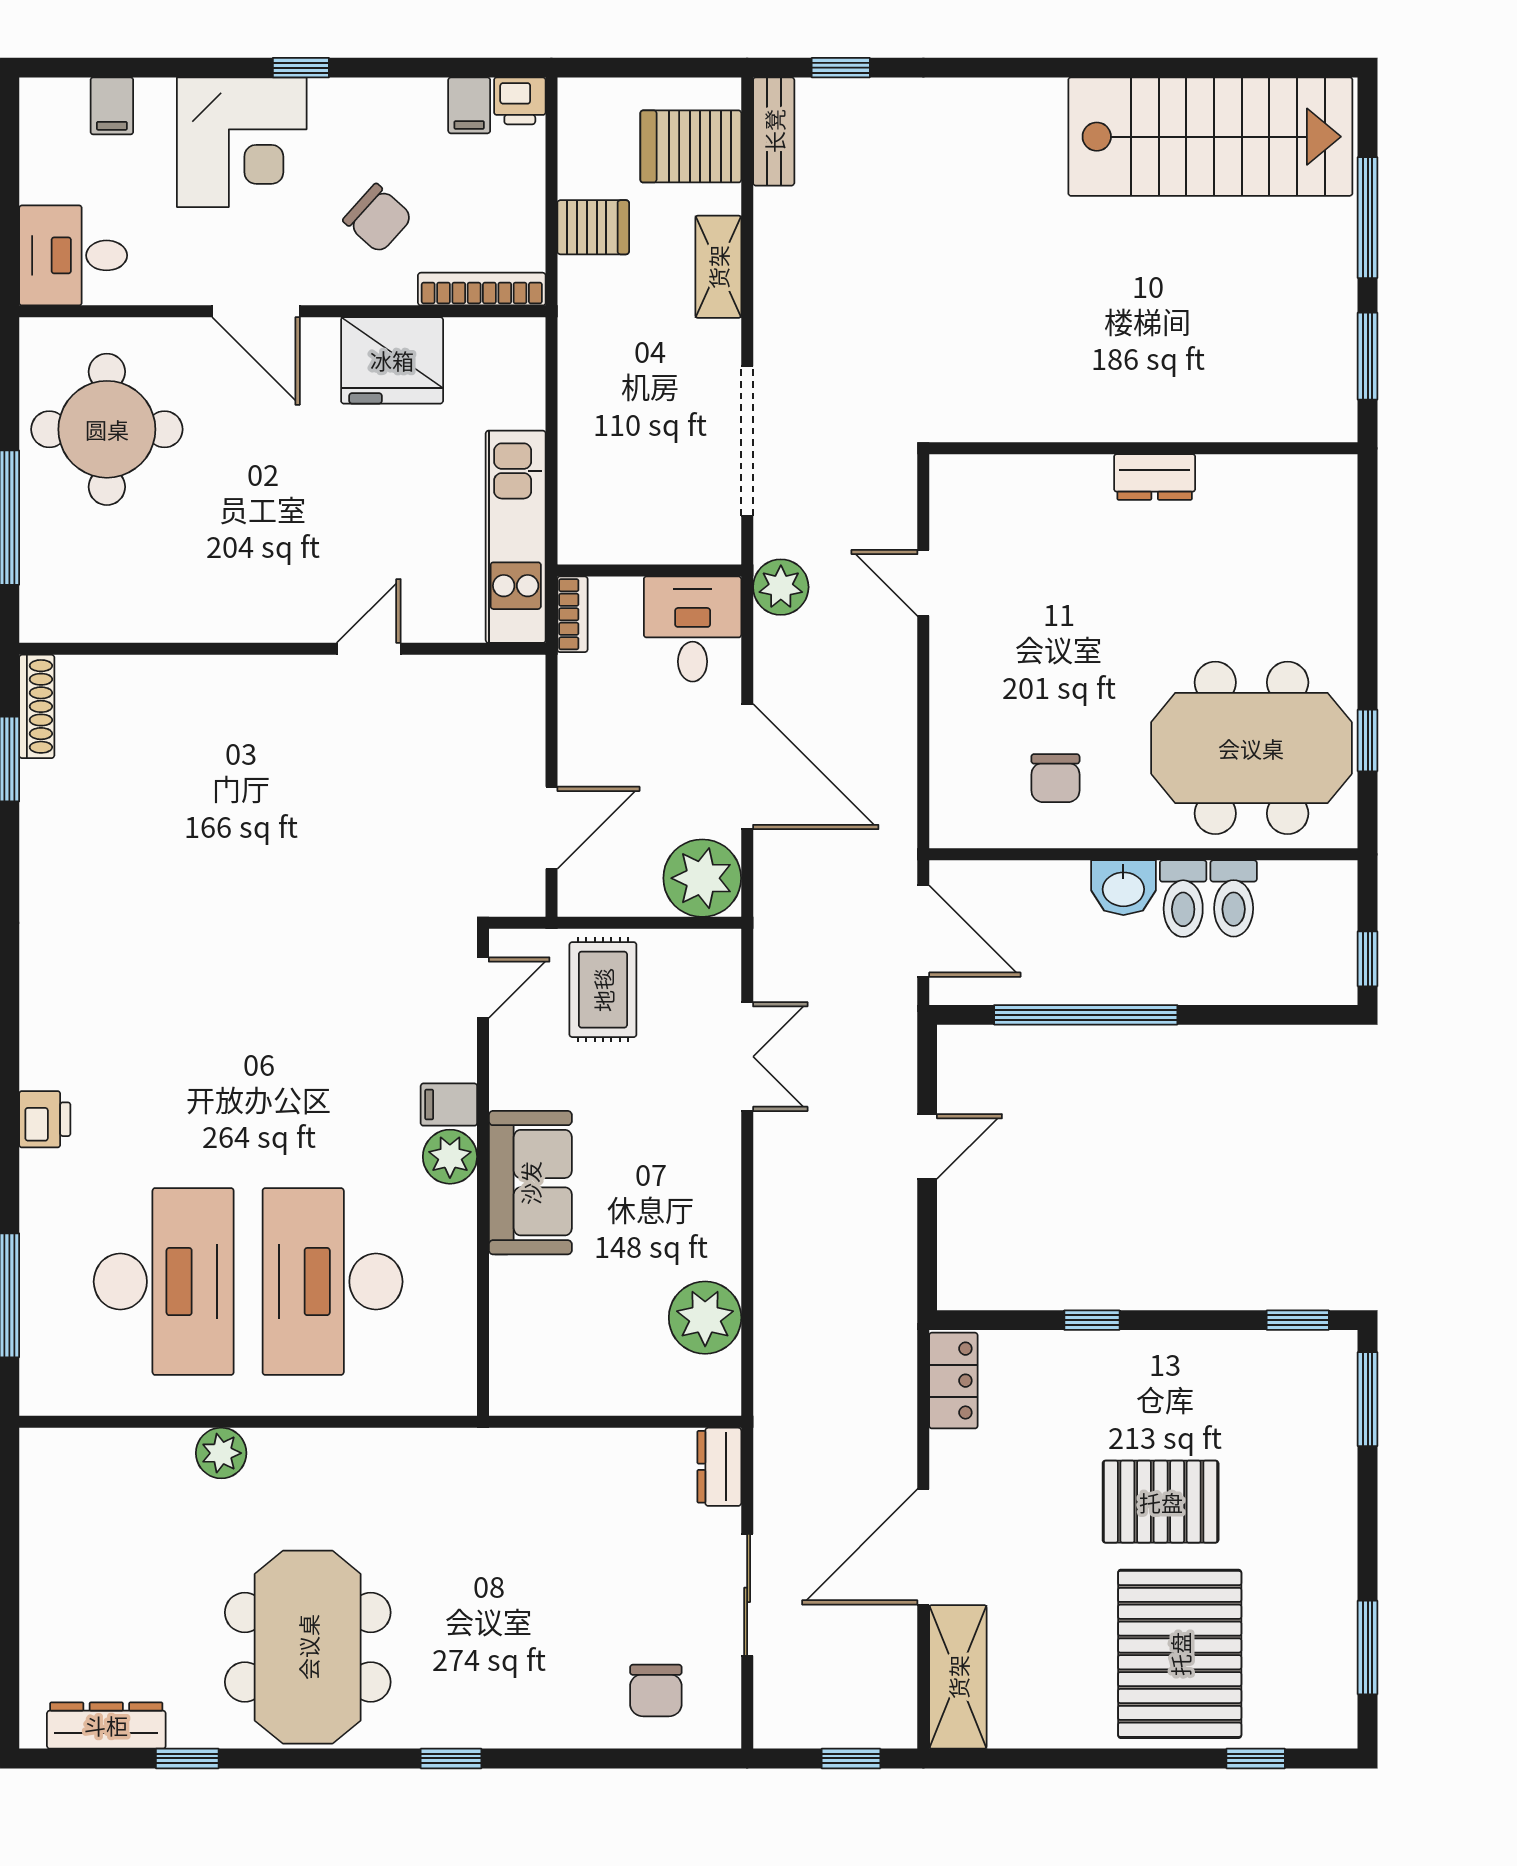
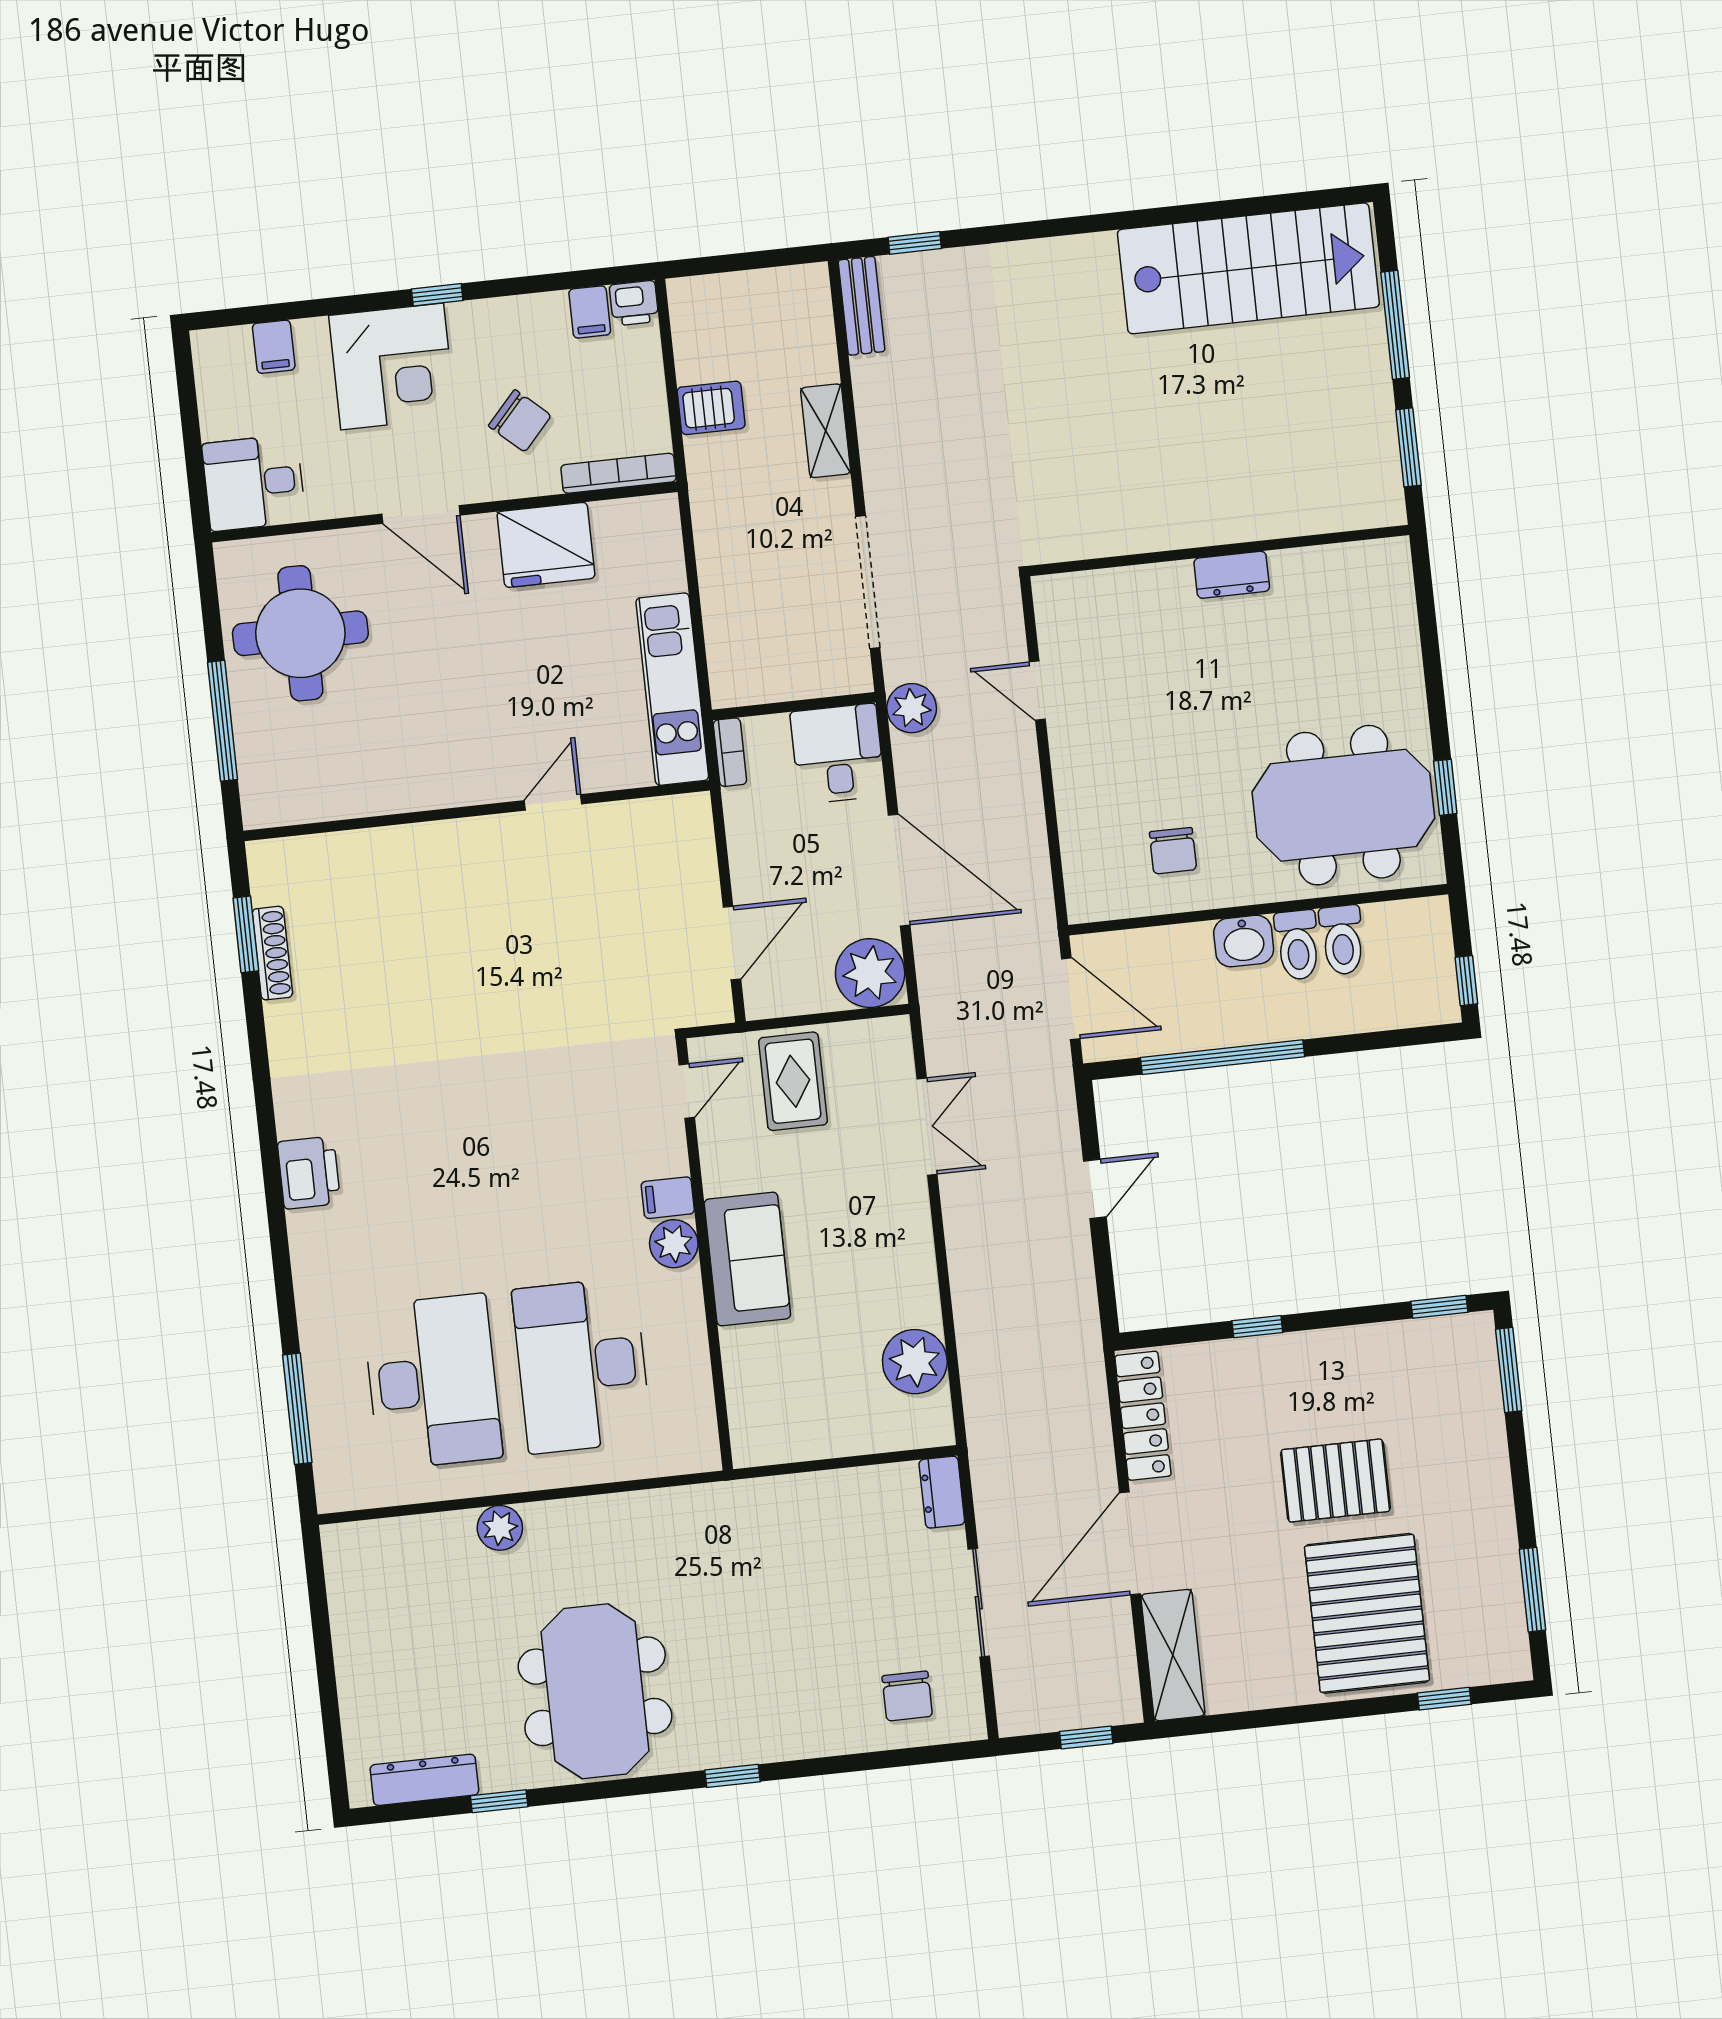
server rack: (691, 146) -> (790, 327), removed
shoe rack: (37, 706) -> (272, 953), moved
printer: (45, 1119) -> (309, 1173), moved, width x1.36, depth x1.24
locker: (953, 1381) -> (1143, 1416), width x1.53

